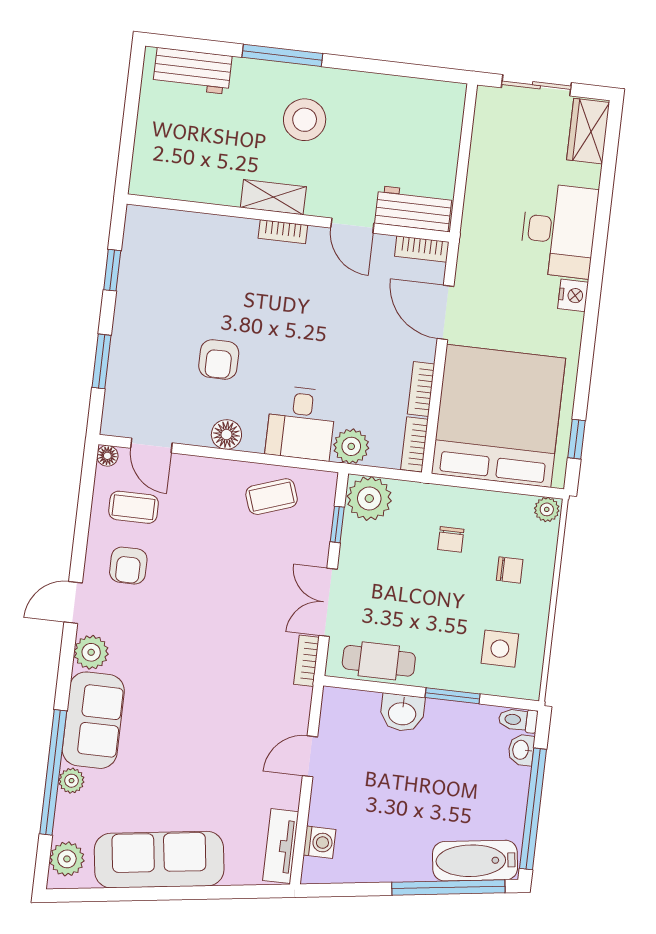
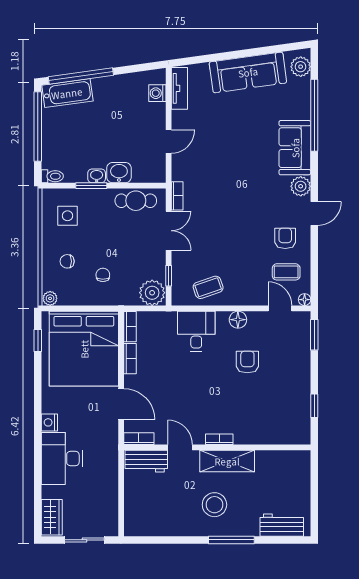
shelving: (273, 197) -> (227, 461), width x1.50, depth x1.33
window: (101, 361) -> (314, 335), moved
plant: (351, 446) -> (166, 321), removed
washbasin: (521, 750) -> (97, 176), moved, turned -90
plant: (72, 781) -> (303, 112), removed

